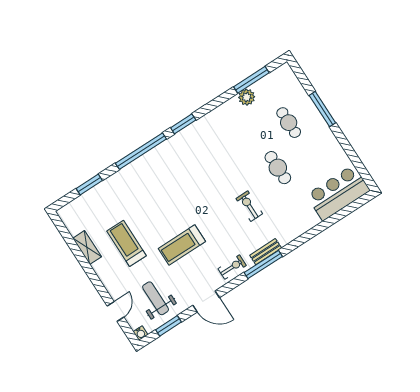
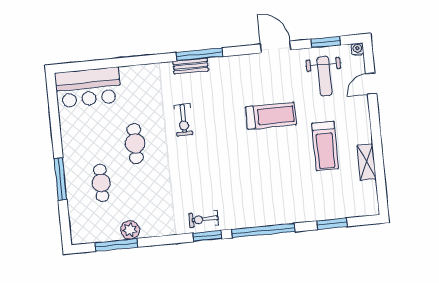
exercise bike: (232, 267) -> (204, 219), moved

